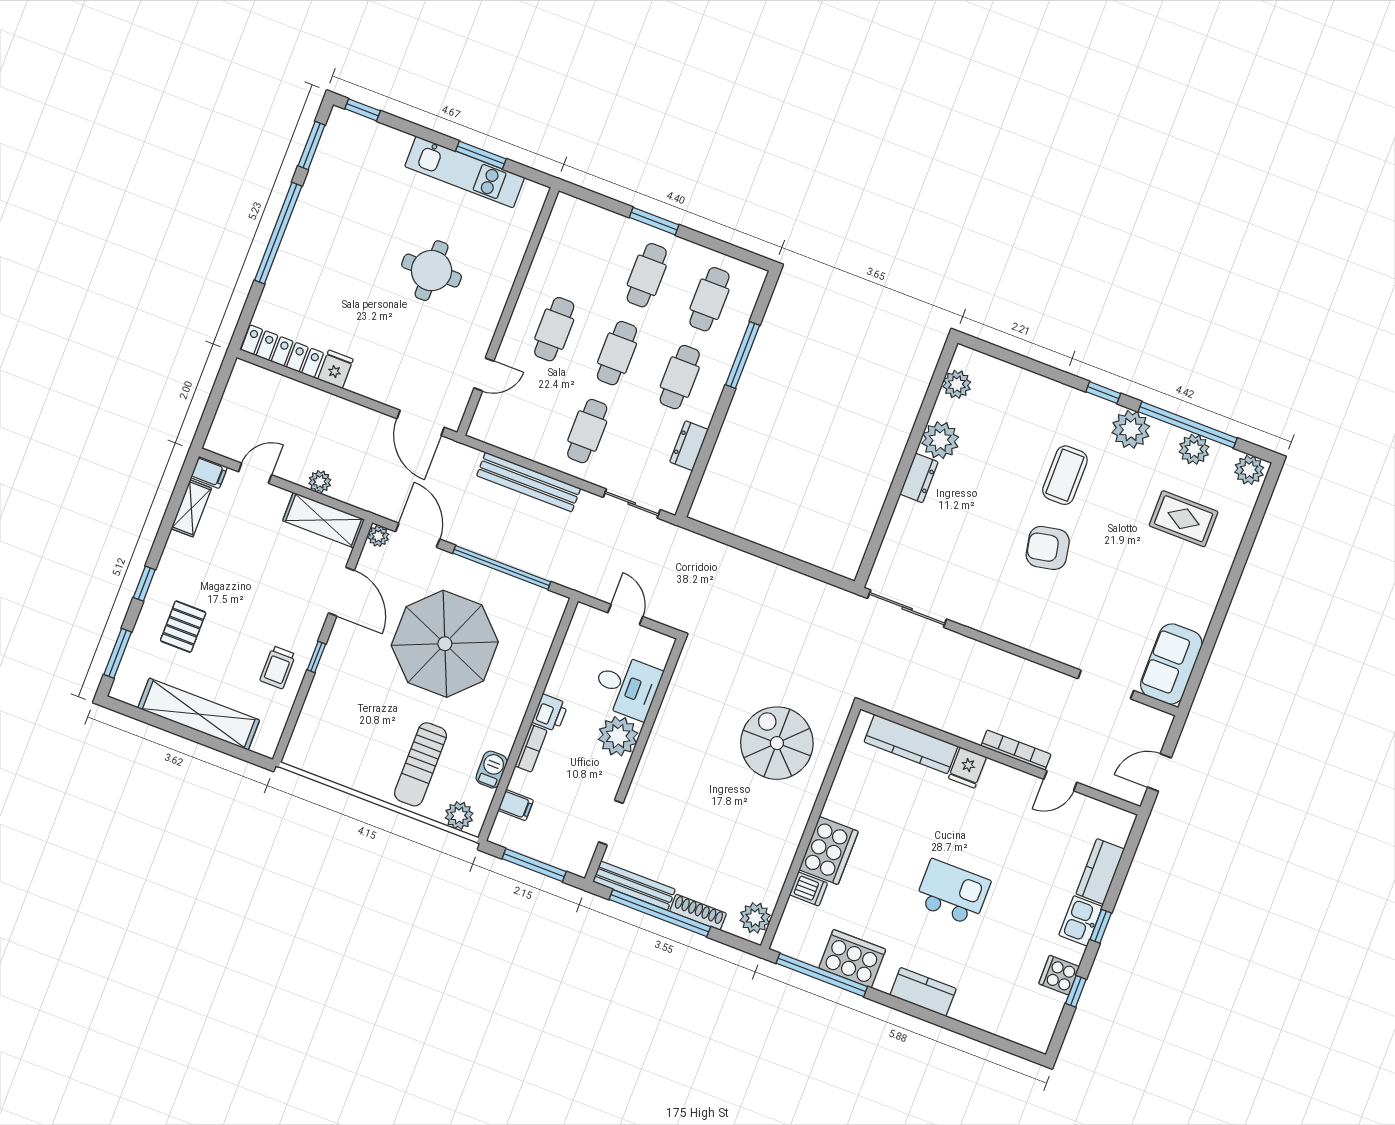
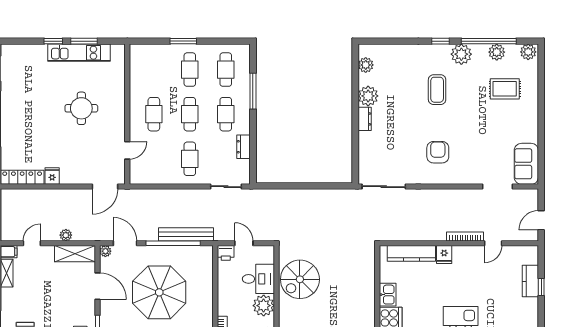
window: (363, 110) -> (53, 41), moved
door: (421, 423) -> (105, 187), hinge flipped
bench: (529, 482) -> (186, 234), moved
armchair: (1048, 548) -> (438, 152), moved, turned 101
printer: (550, 713) -> (226, 253), moved, turned 90
spiral stairs: (777, 743) -> (300, 279), moved, turned -90
kitchen sink: (1081, 921) -> (388, 295), moved, turned 180
window: (1101, 926) -> (541, 287), moved

